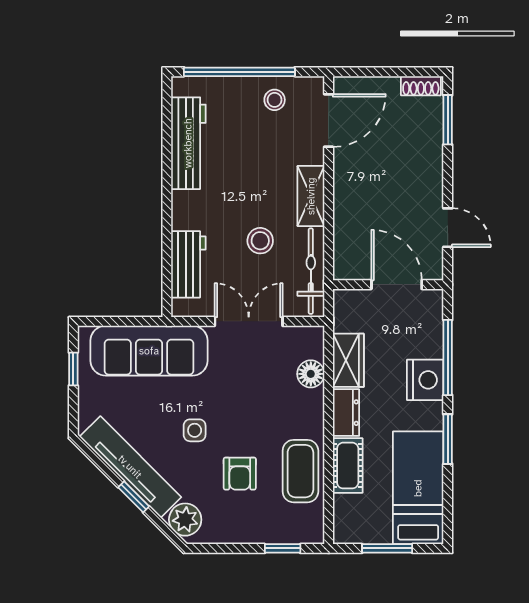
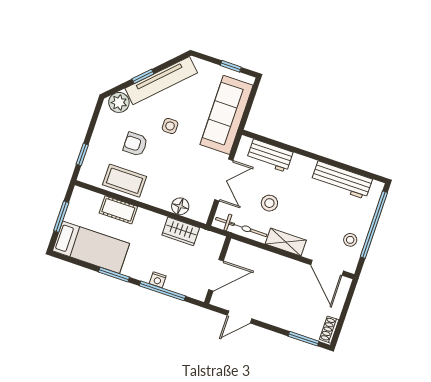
nightstand: (425, 380) -> (158, 280), width x0.53, depth x0.56
dresser: (346, 413) -> (150, 219), removed

